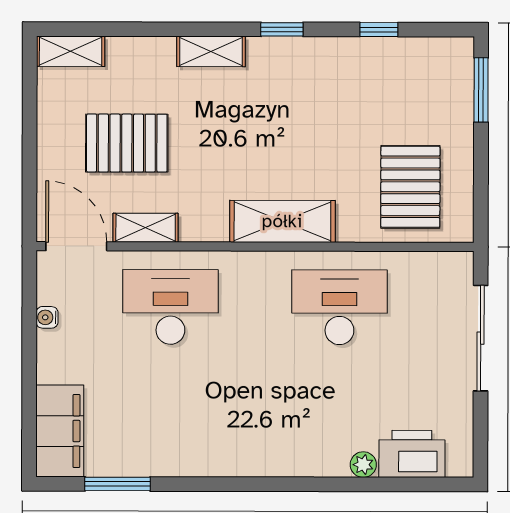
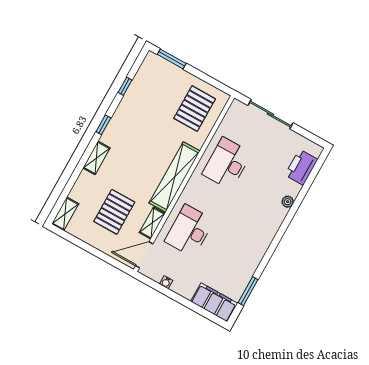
pallet: (410, 187) -> (195, 109), turned 90
shelving: (282, 221) -> (175, 177), width x1.47
plant: (363, 465) -> (288, 202), moved

